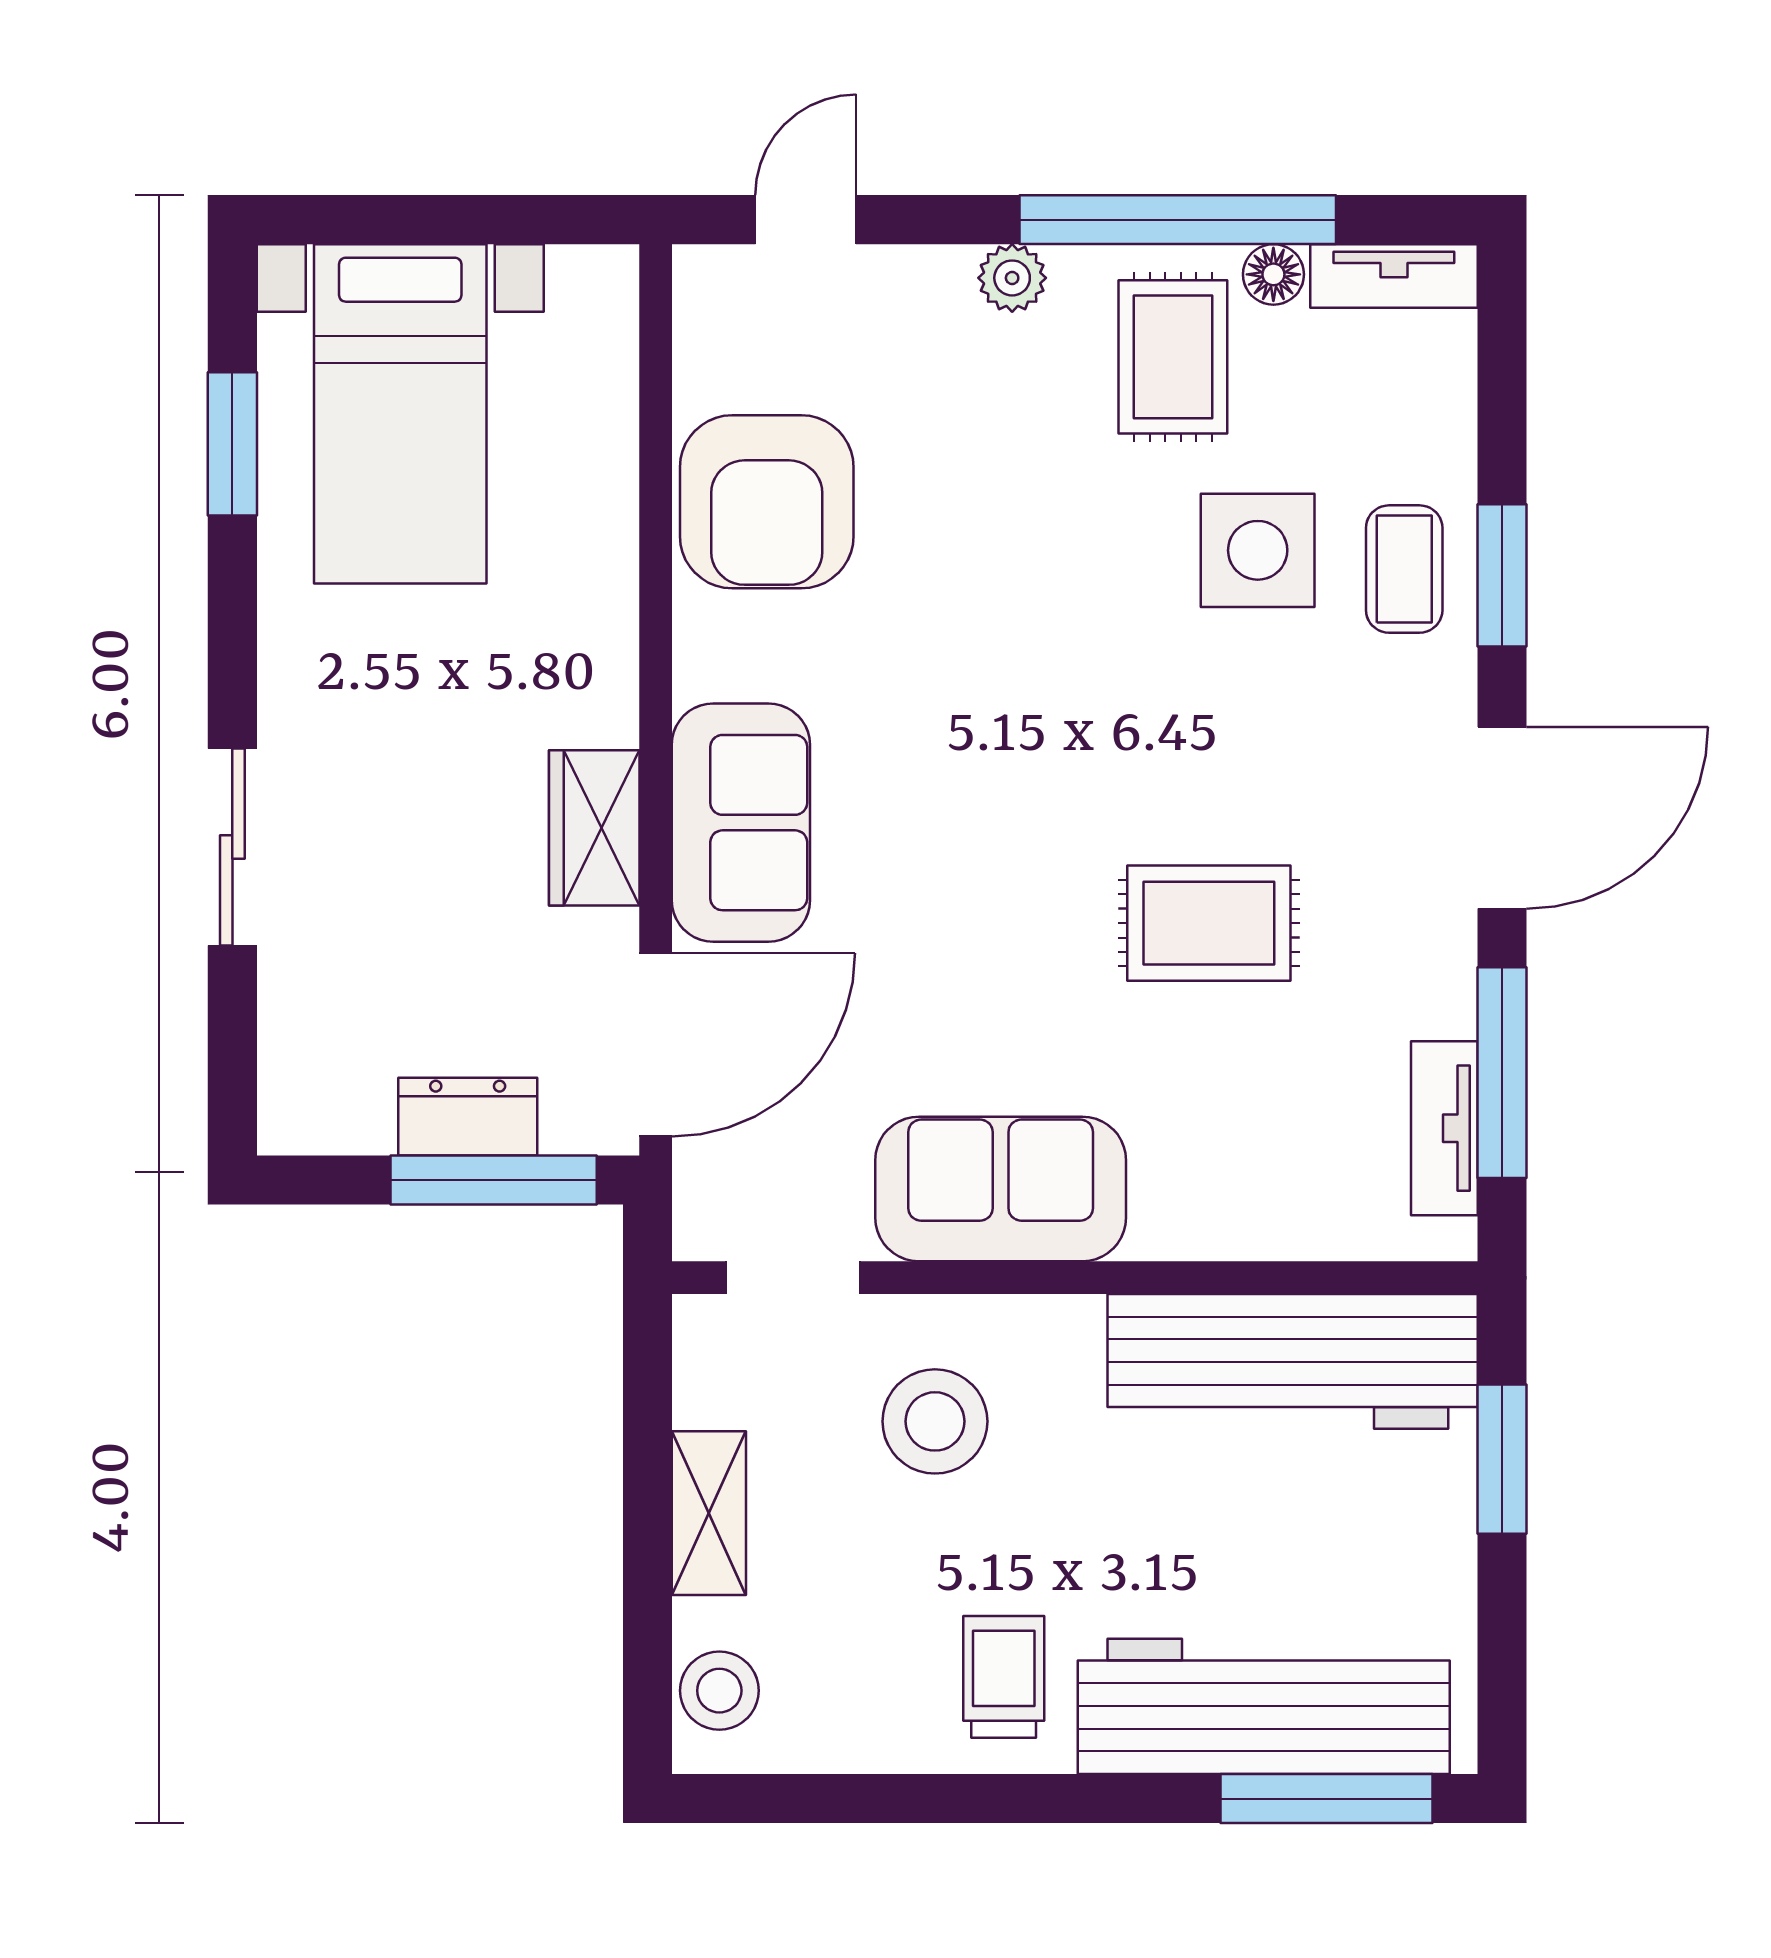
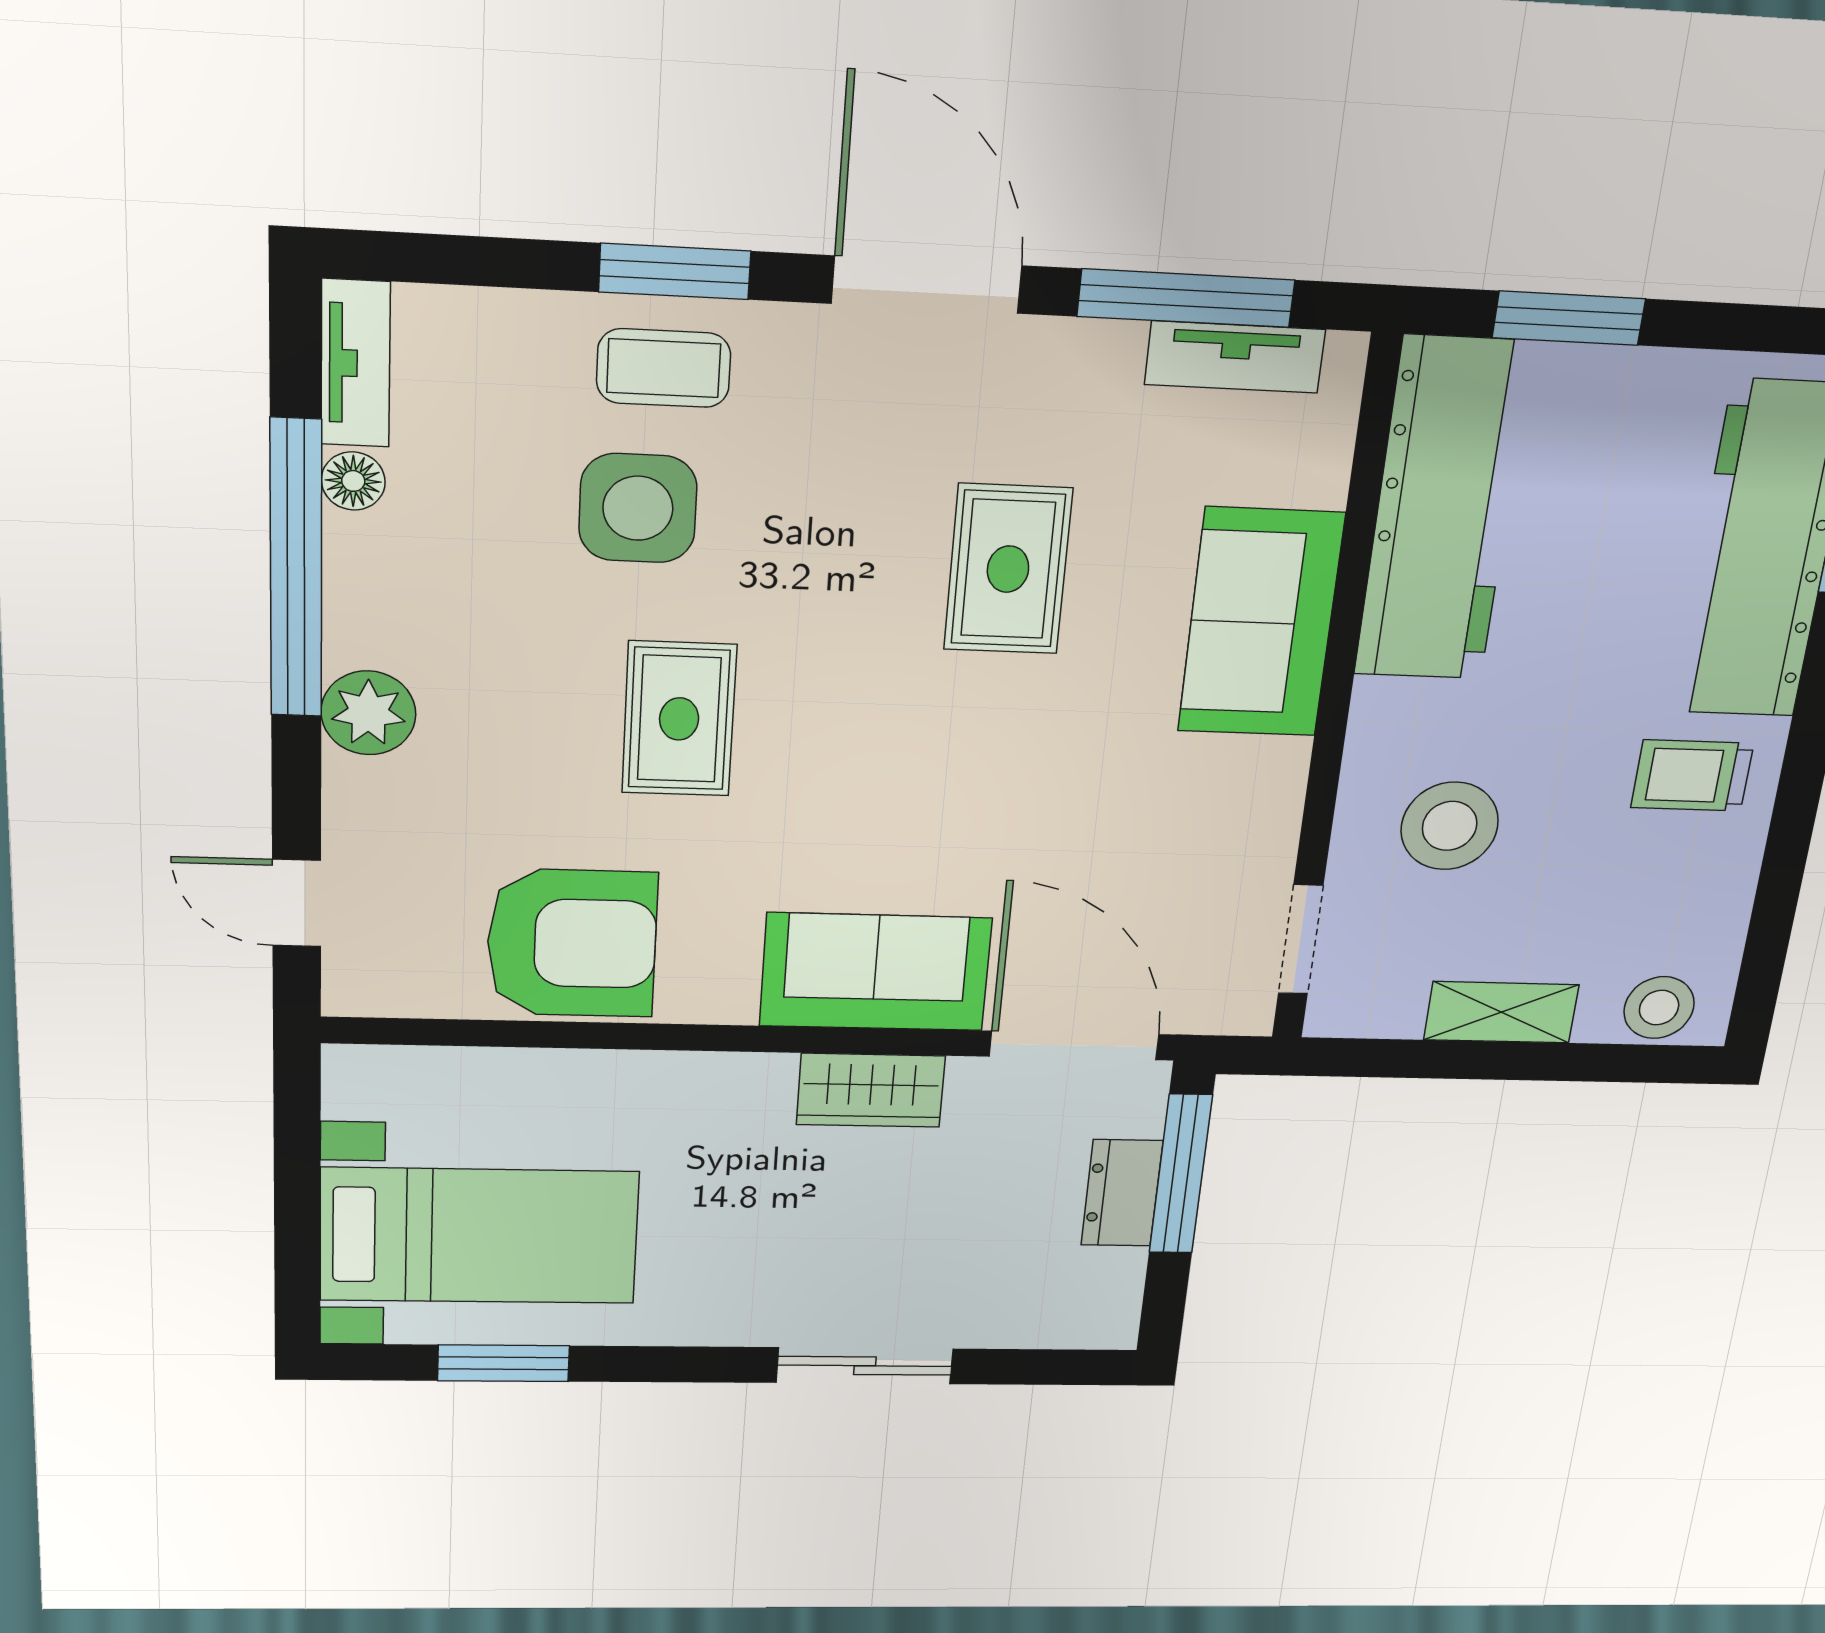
plant: (1012, 278) -> (368, 713), width x1.38, depth x1.38
rug: (1173, 357) -> (679, 719), moved, turned 90
sofa: (1001, 1189) -> (1261, 623), moved

